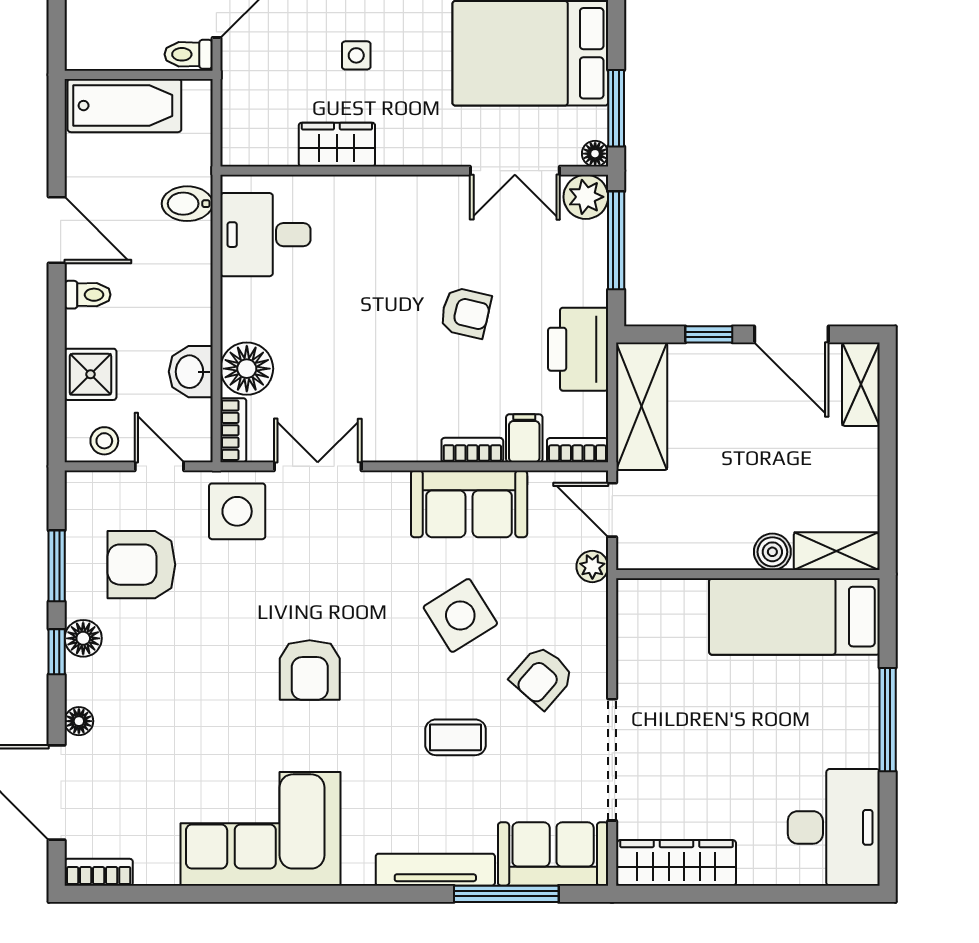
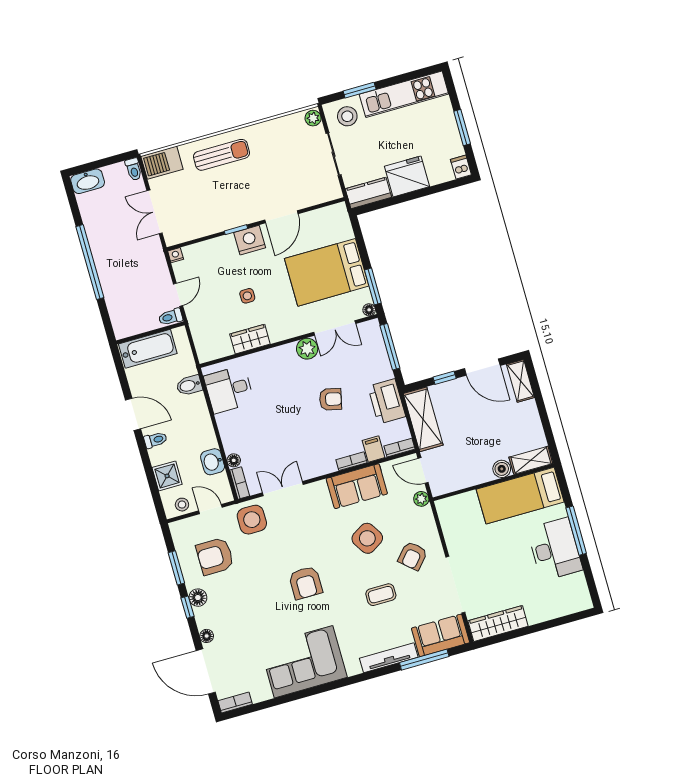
plant: (586, 197) -> (307, 349), moved
floor lamp: (247, 369) -> (234, 460), width x0.53, depth x0.53
desk: (834, 827) -> (555, 549), moved

